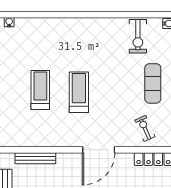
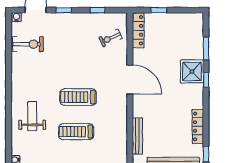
weight bench: (58, 41) -> (32, 116), added
exercise mat: (153, 83) -> (70, 31), removed

